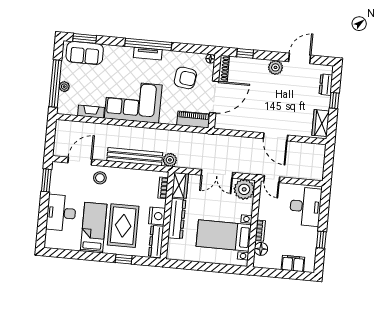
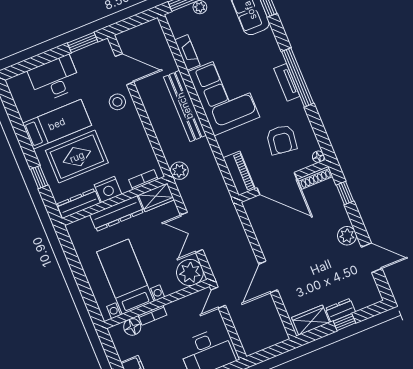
dresser: (326, 85) -> (340, 310), moved
bench: (135, 157) -> (185, 106), moved

